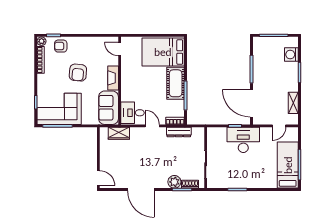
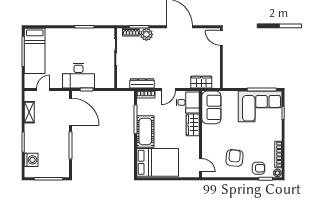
armchair: (78, 73) -> (235, 158), moved
fireplace: (113, 78) -> (207, 137), removed
wardrobe: (127, 90) -> (193, 125), added
door: (152, 126) -> (168, 89), hinge flipped

